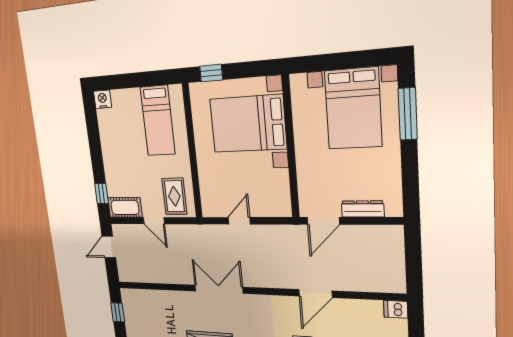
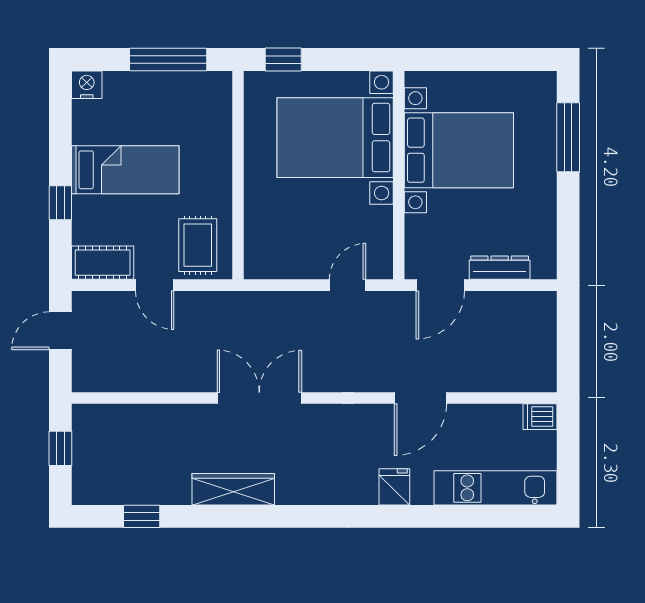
window: (144, 79) -> (168, 60), added
bed with nightstands: (353, 109) -> (459, 150), moved, turned -90
bed: (158, 121) -> (125, 170), moved, turned -90
window: (102, 193) -> (60, 203), moved
door: (239, 221) -> (348, 285), moved

